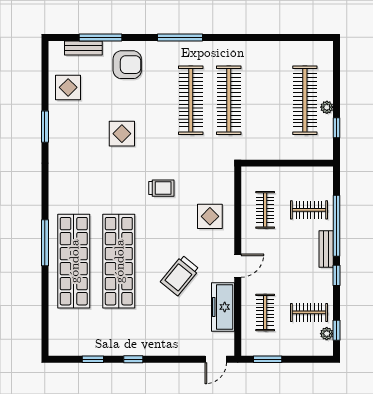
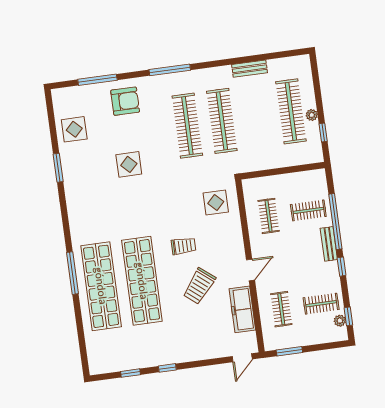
bench: (83, 48) -> (250, 69), moved
trolley: (161, 188) -> (183, 246), moved
display table: (210, 216) -> (216, 202), moved

